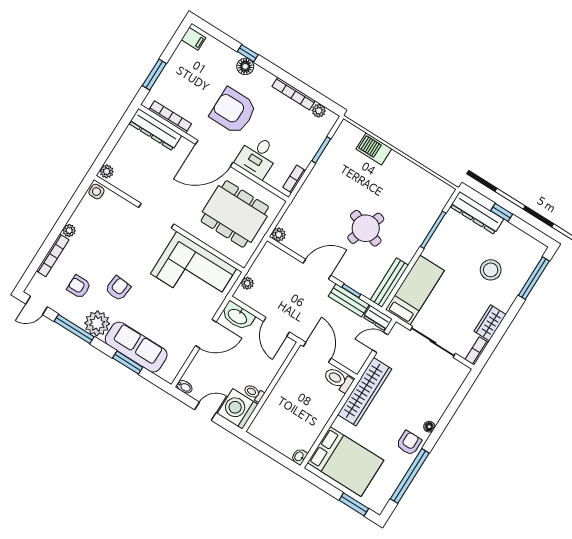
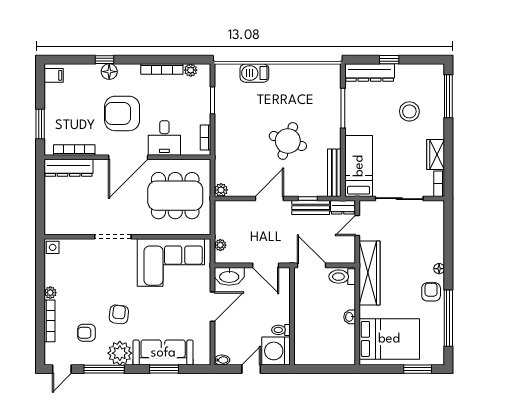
plant: (107, 171) -> (51, 226), removed
washbasin: (299, 457) -> (350, 317), moved

